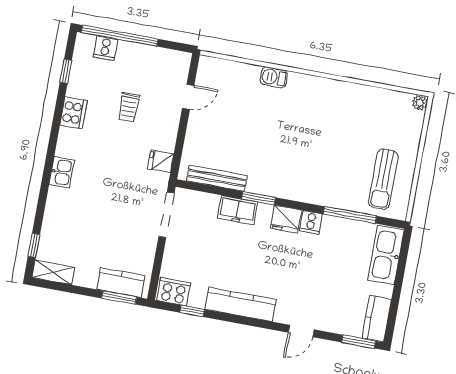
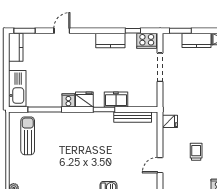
doorway: (167, 215) -> (160, 67), moved
kitchen counter: (121, 283) -> (196, 40), moved
kitchen counter: (241, 304) -> (110, 40), width x0.67

